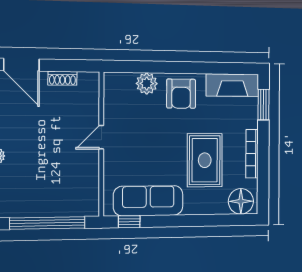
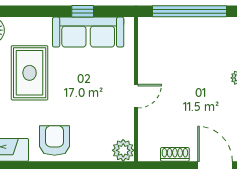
plant: (147, 84) -> (123, 150), moved
window: (129, 222) -> (83, 11), moved

